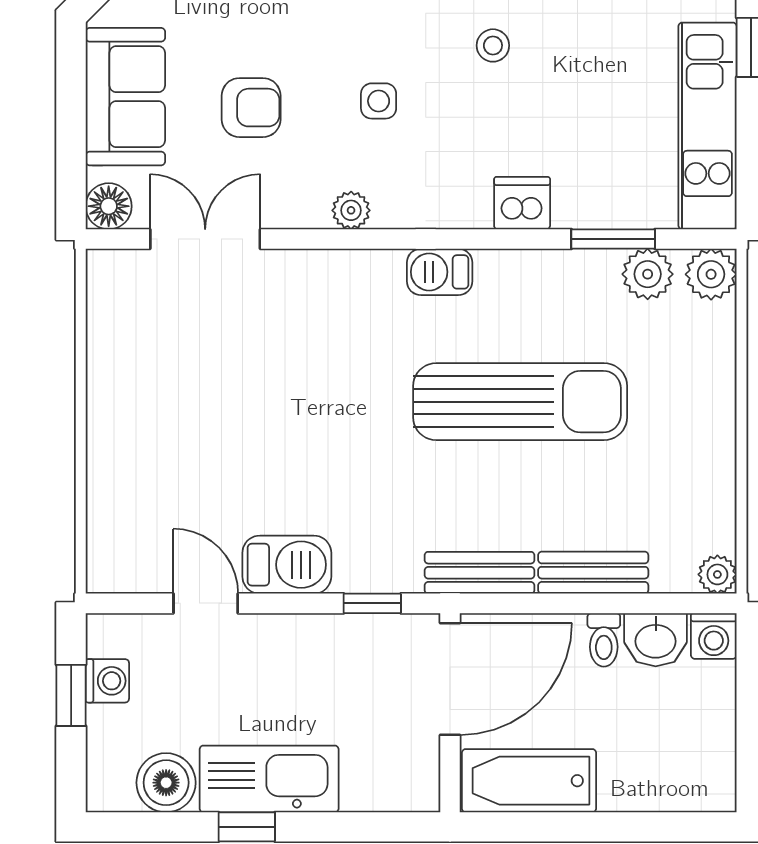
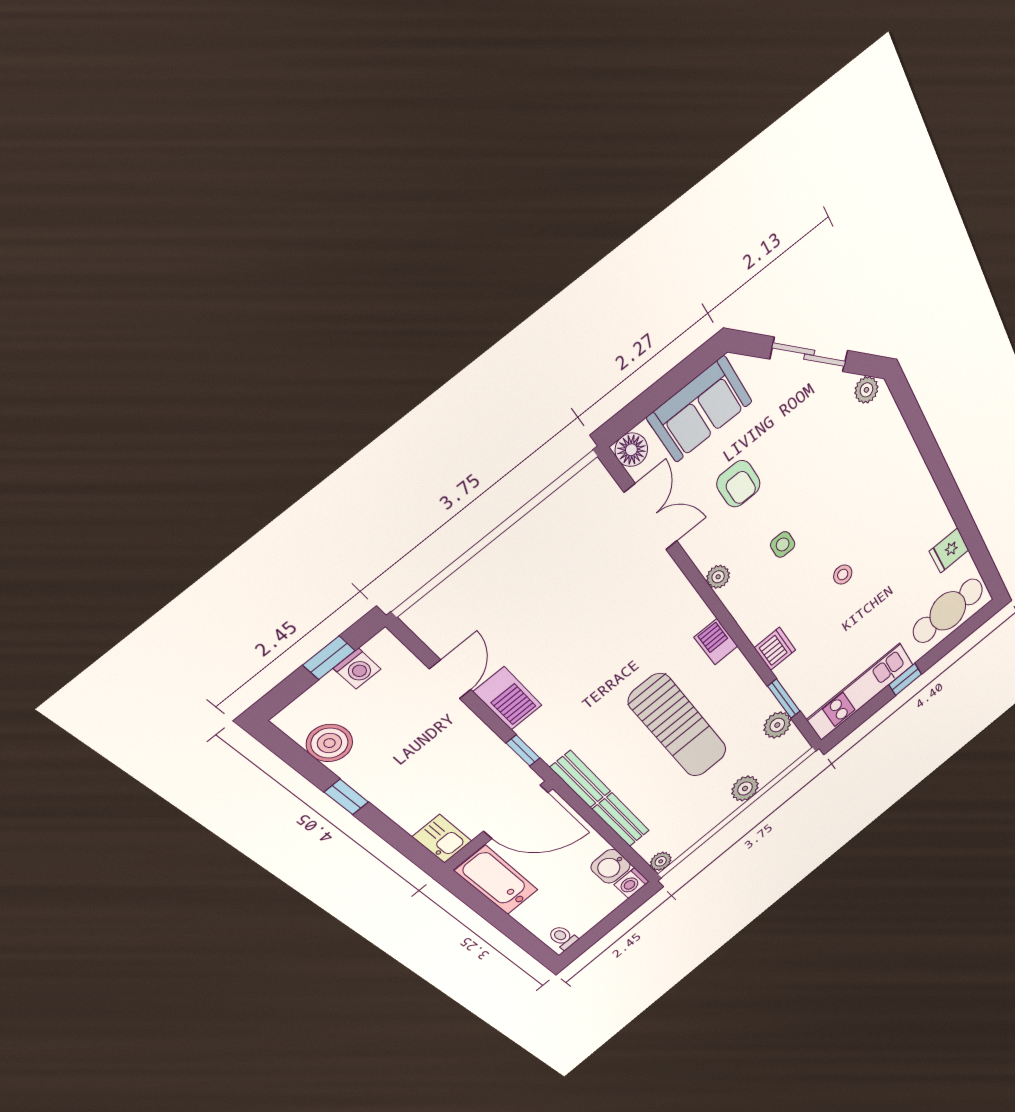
plant: (711, 274) -> (745, 788), moved
toilet: (604, 640) -> (563, 937), moved, turned 90
kitchen sink: (269, 779) -> (442, 839), moved, width x0.53, depth x0.81

